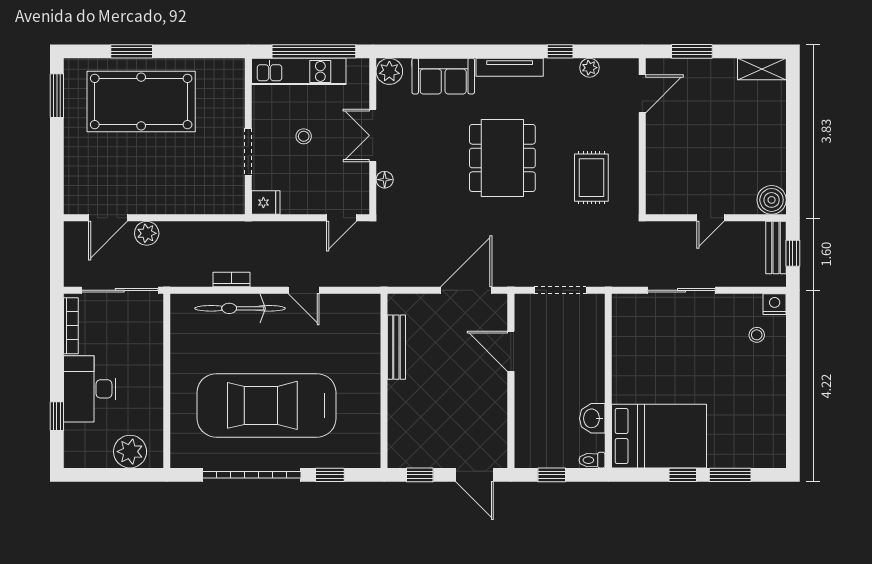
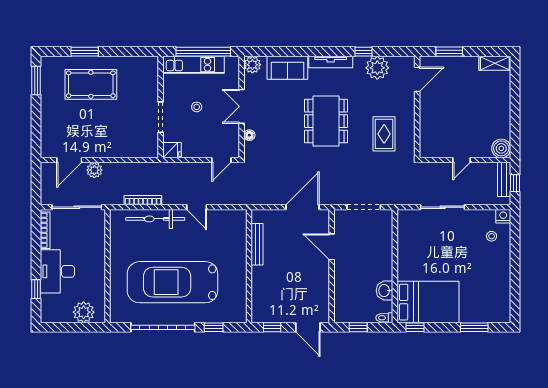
plant: (589, 68) -> (377, 68), width x1.88, depth x1.88
pool table: (141, 101) -> (91, 84), width x0.73, depth x0.76
bookcase: (231, 279) -> (143, 200), width x1.56
window: (683, 475) -> (415, 327), moved

